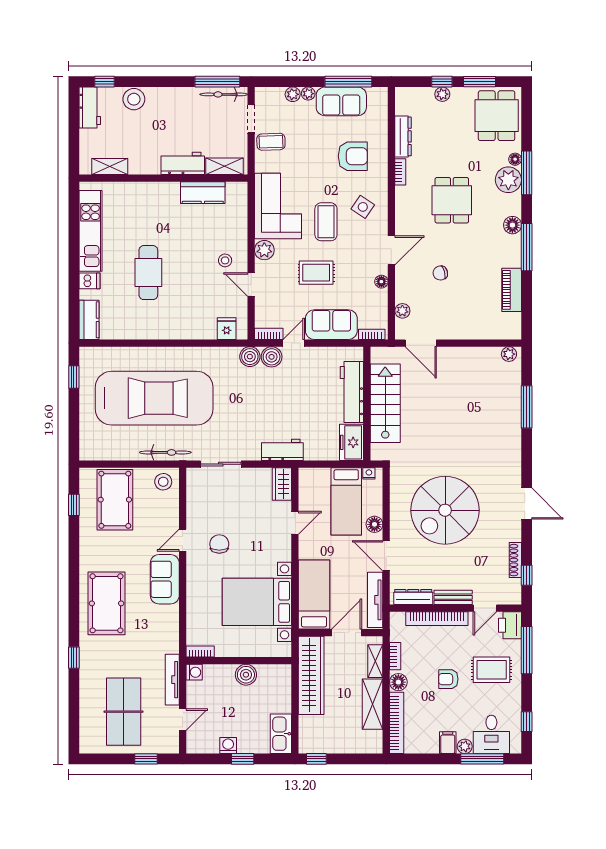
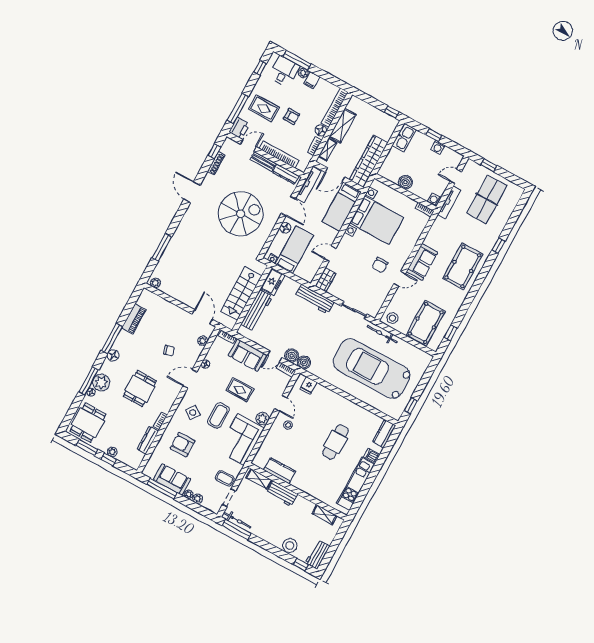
workbench: (282, 450) -> (315, 299), width x1.37

